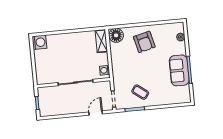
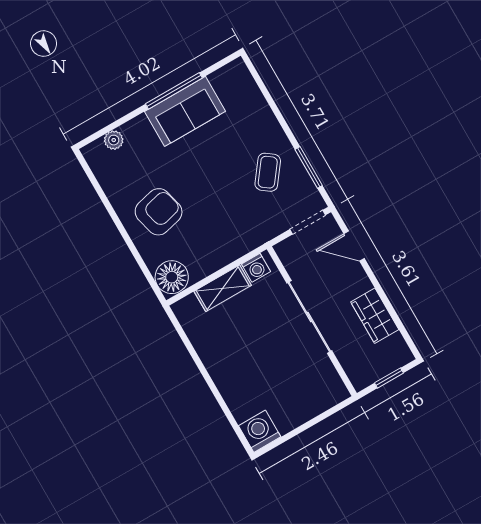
shelving: (101, 41) -> (223, 288), moved
wardrobe: (64, 109) -> (375, 316), added

